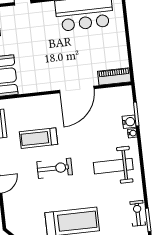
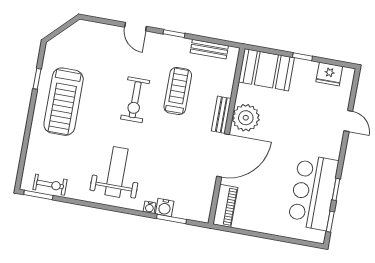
plant: (43, 81) -> (246, 118), added
door: (77, 90) -> (223, 155), swing flipped
bench: (47, 100) -> (221, 115), added

